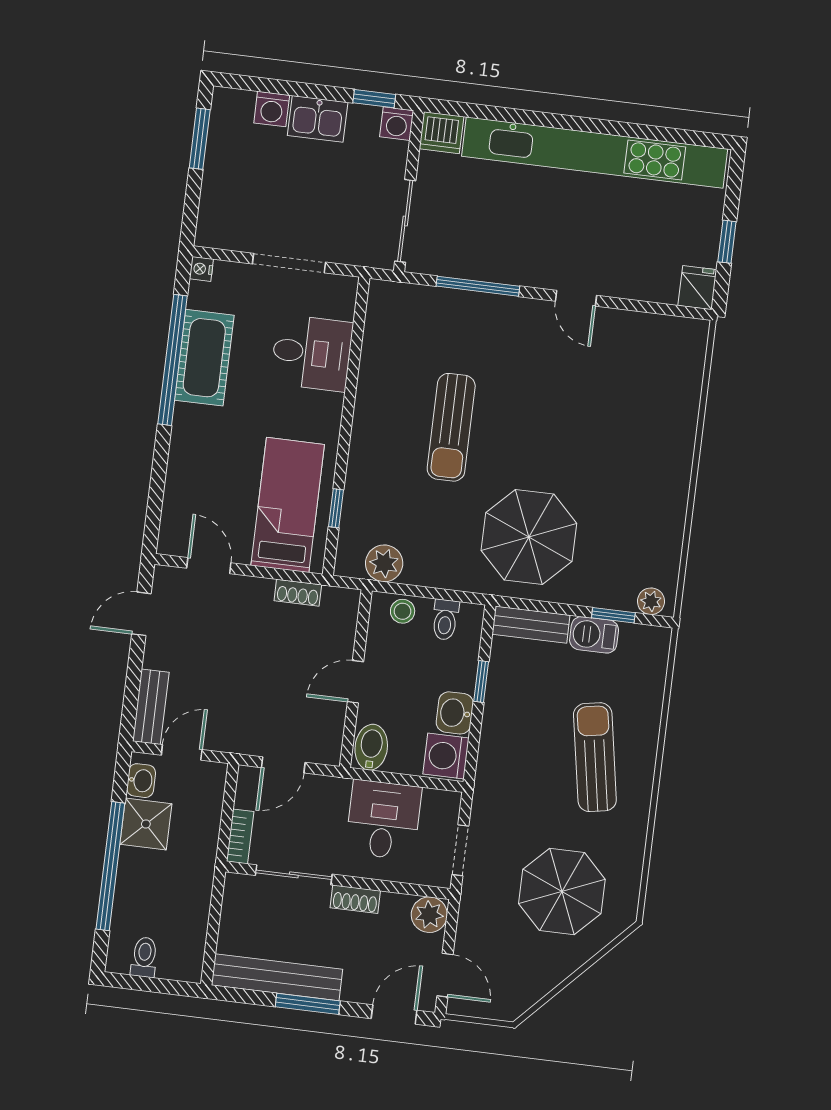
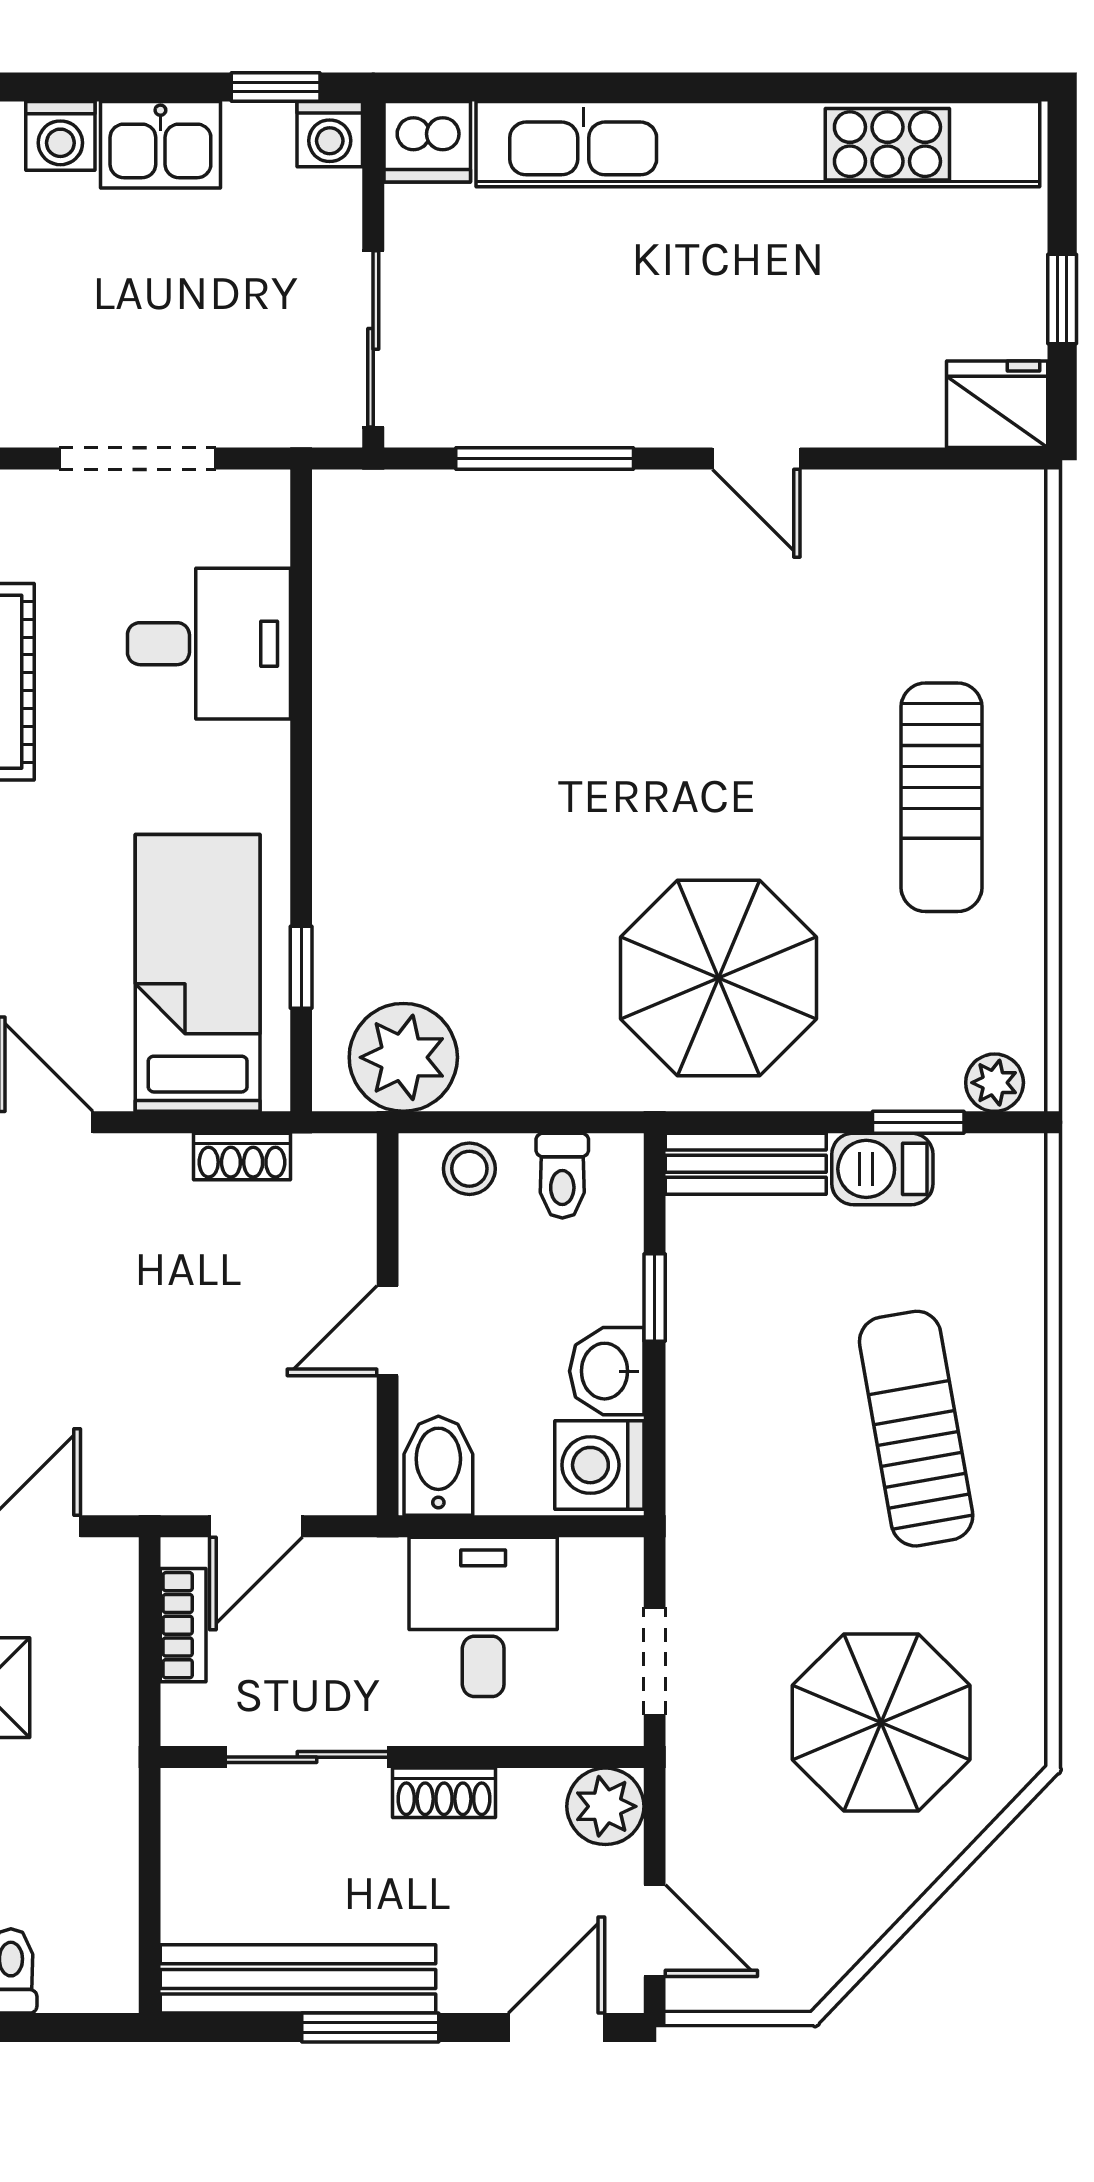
fridge: (697, 288) -> (997, 404), width x1.38
sun lounger: (451, 427) -> (941, 797), moved
plant: (384, 563) -> (403, 1057), width x1.36, depth x1.36
bookcase: (240, 836) -> (183, 1625), moved

